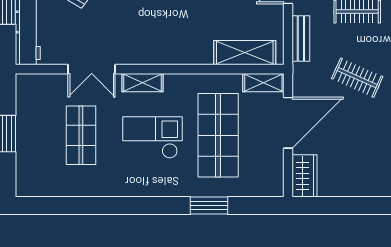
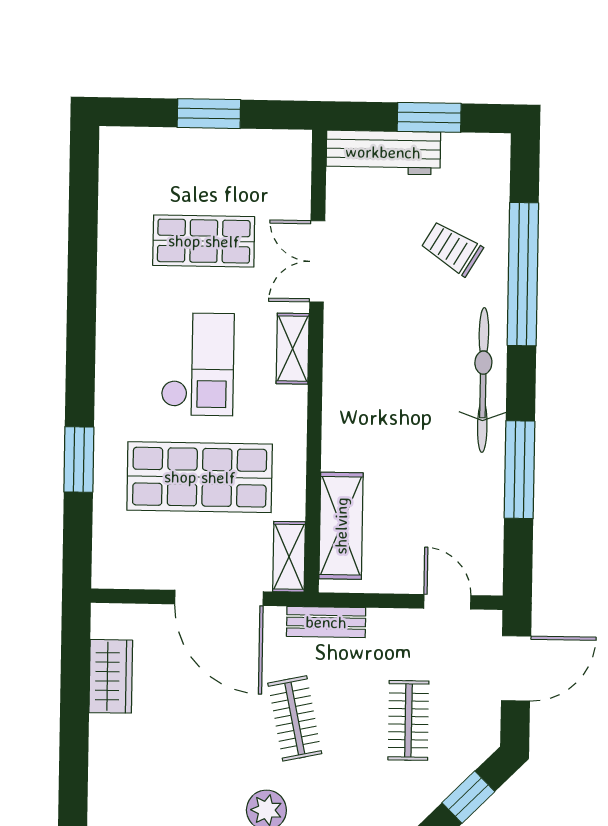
bench: (301, 39) -> (326, 622), moved
clothes rail: (357, 78) -> (295, 718), turned -36
wardrobe: (304, 176) -> (111, 676), moved, turned -90

